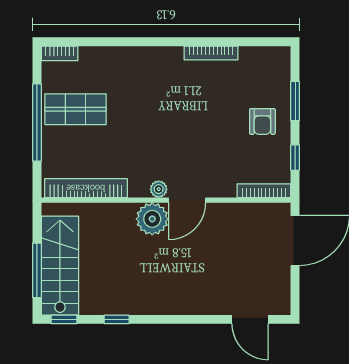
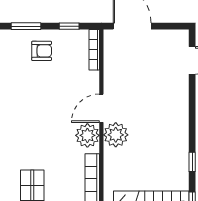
plant: (159, 189) -> (87, 135), width x1.88, depth x1.88
door: (187, 200) -> (101, 108), swing flipped

